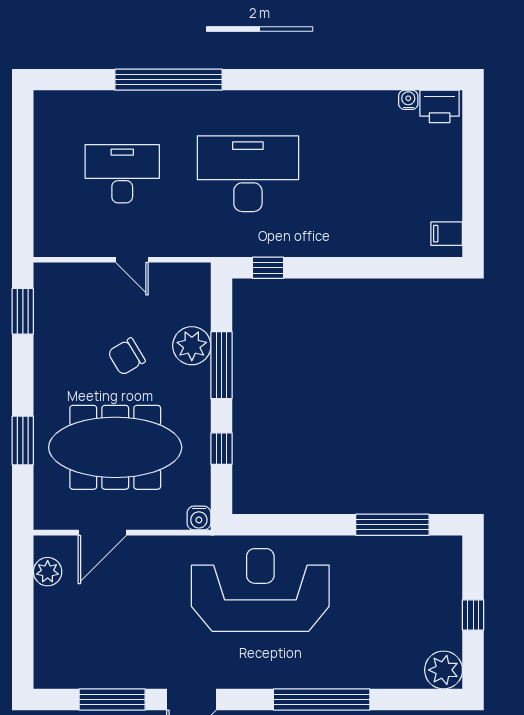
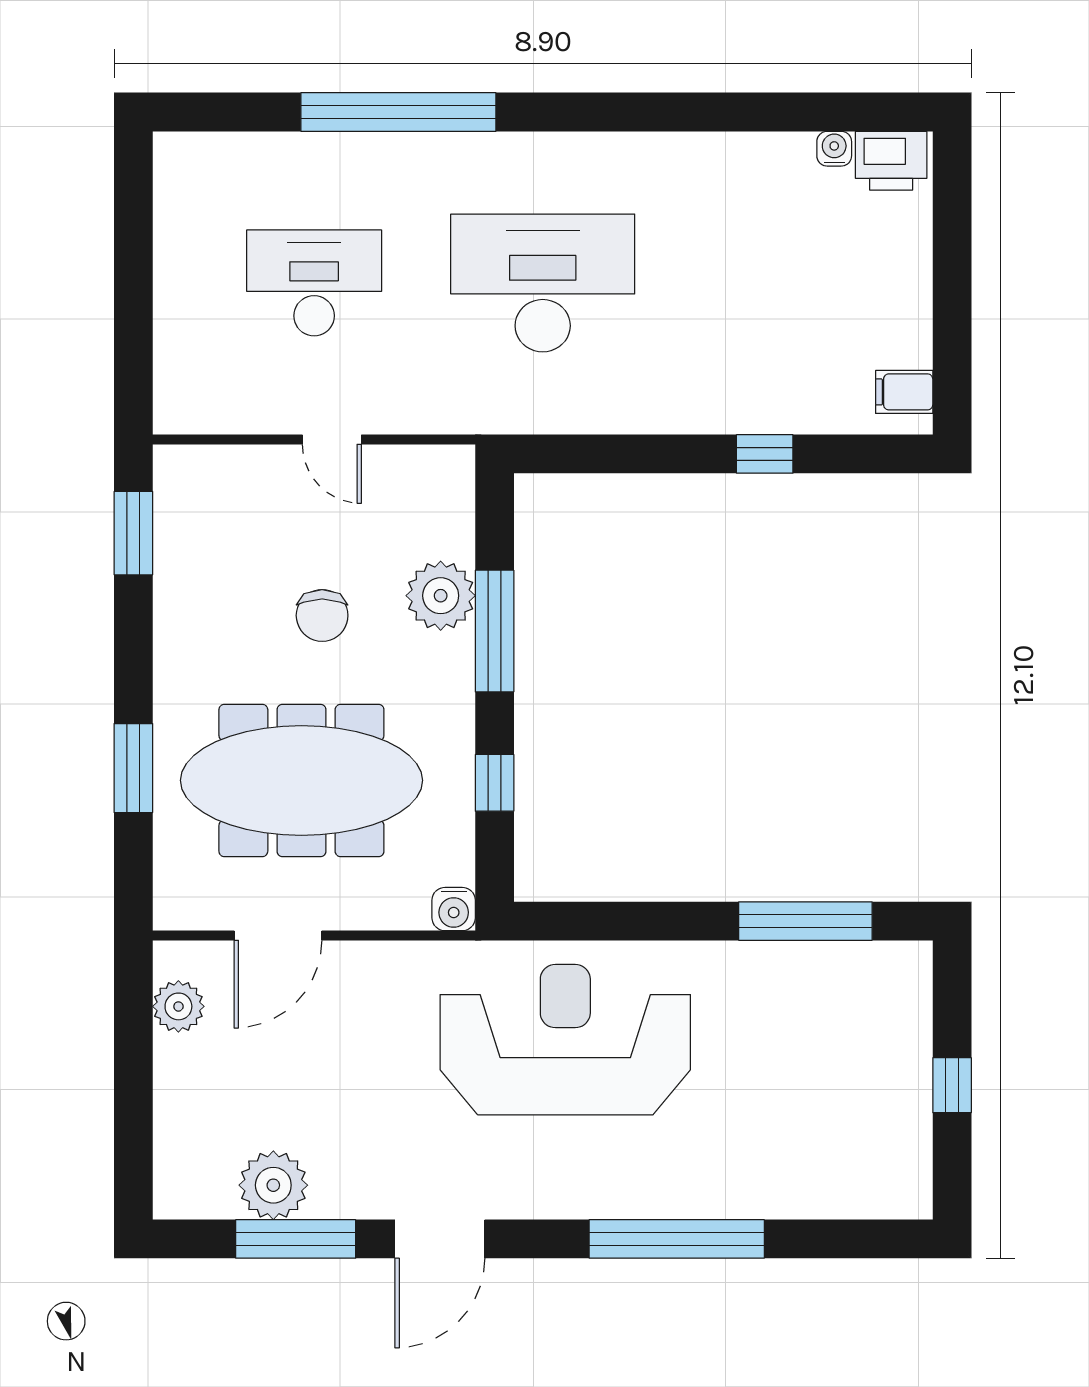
window: (268, 268) -> (765, 454), moved
chair: (127, 357) -> (322, 615), turned -59
plant: (444, 670) -> (273, 1185), moved

